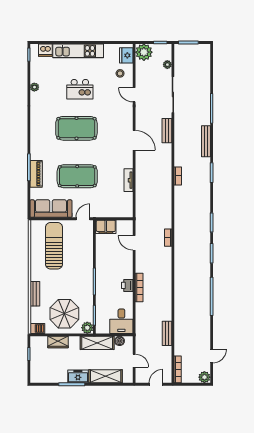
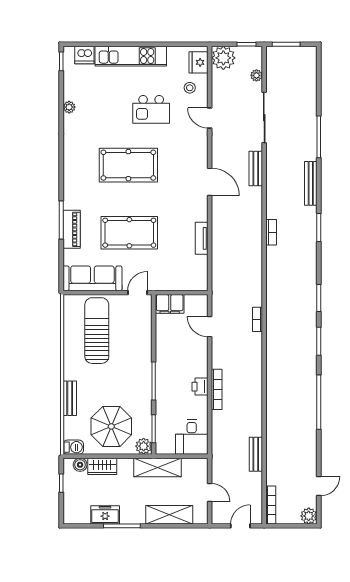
kitchen island: (80, 89) -> (151, 109), moved
boiler: (120, 341) -> (80, 465), moved
freezer: (78, 376) -> (105, 515), moved

